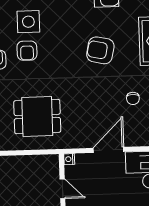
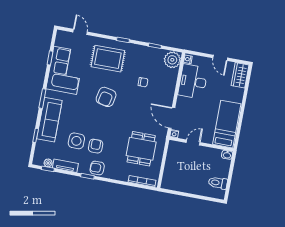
armchair: (27, 51) -> (96, 146), turned -90
door: (108, 150) -> (172, 118), moved

